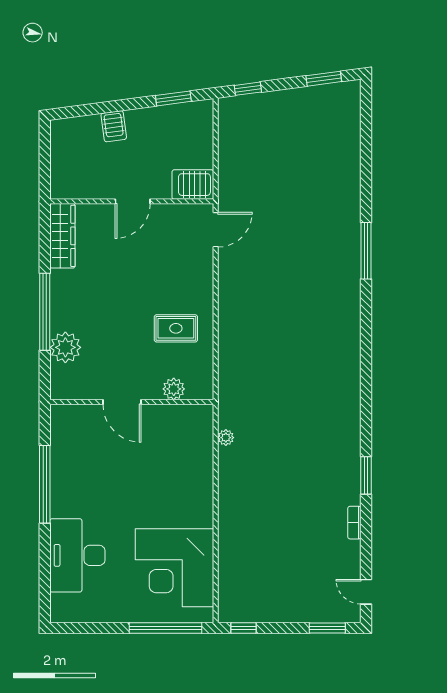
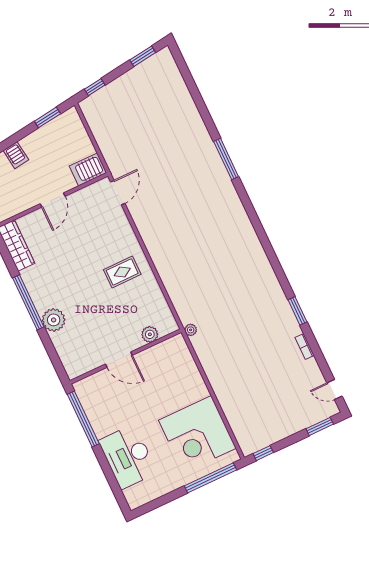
plant: (174, 389) -> (150, 334), moved
door: (122, 402) -> (119, 360), moved
wall: (132, 402) -> (126, 357), moved

